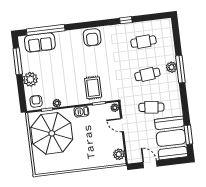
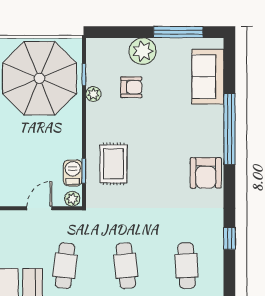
window: (46, 30) -> (229, 129), moved
armchair: (92, 37) -> (206, 173), turned -90
rug: (93, 88) -> (114, 164), turned 90
armchair: (36, 101) -> (131, 87), moved
barbecue: (81, 112) -> (73, 173), moved

